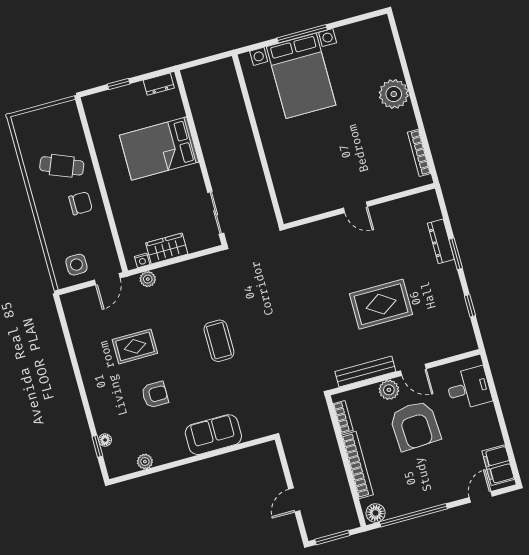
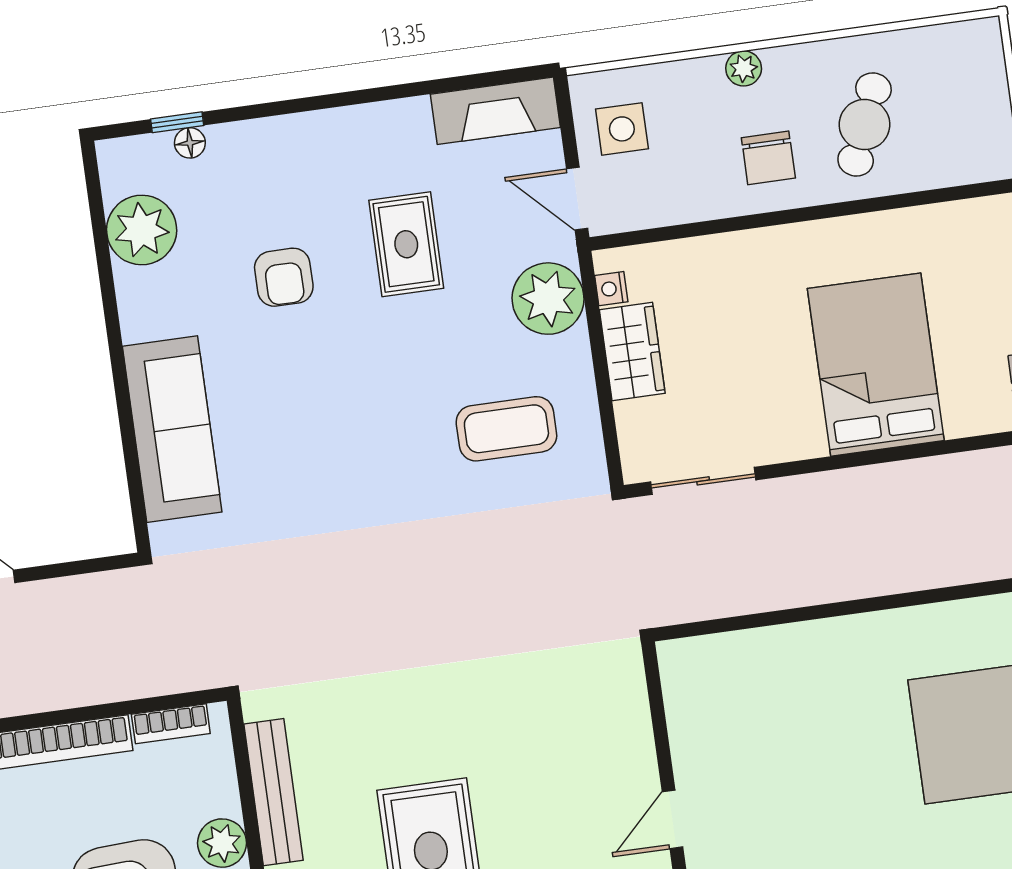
plant: (45, 218) -> (744, 68), added
plant: (148, 279) -> (548, 299), width x1.87, depth x1.87
fireplace: (76, 317) -> (495, 111), added
coffee table: (219, 341) -> (506, 429), moved
sofa: (213, 435) -> (172, 429), width x1.36
plant: (145, 462) -> (142, 230), width x1.88, depth x1.88

